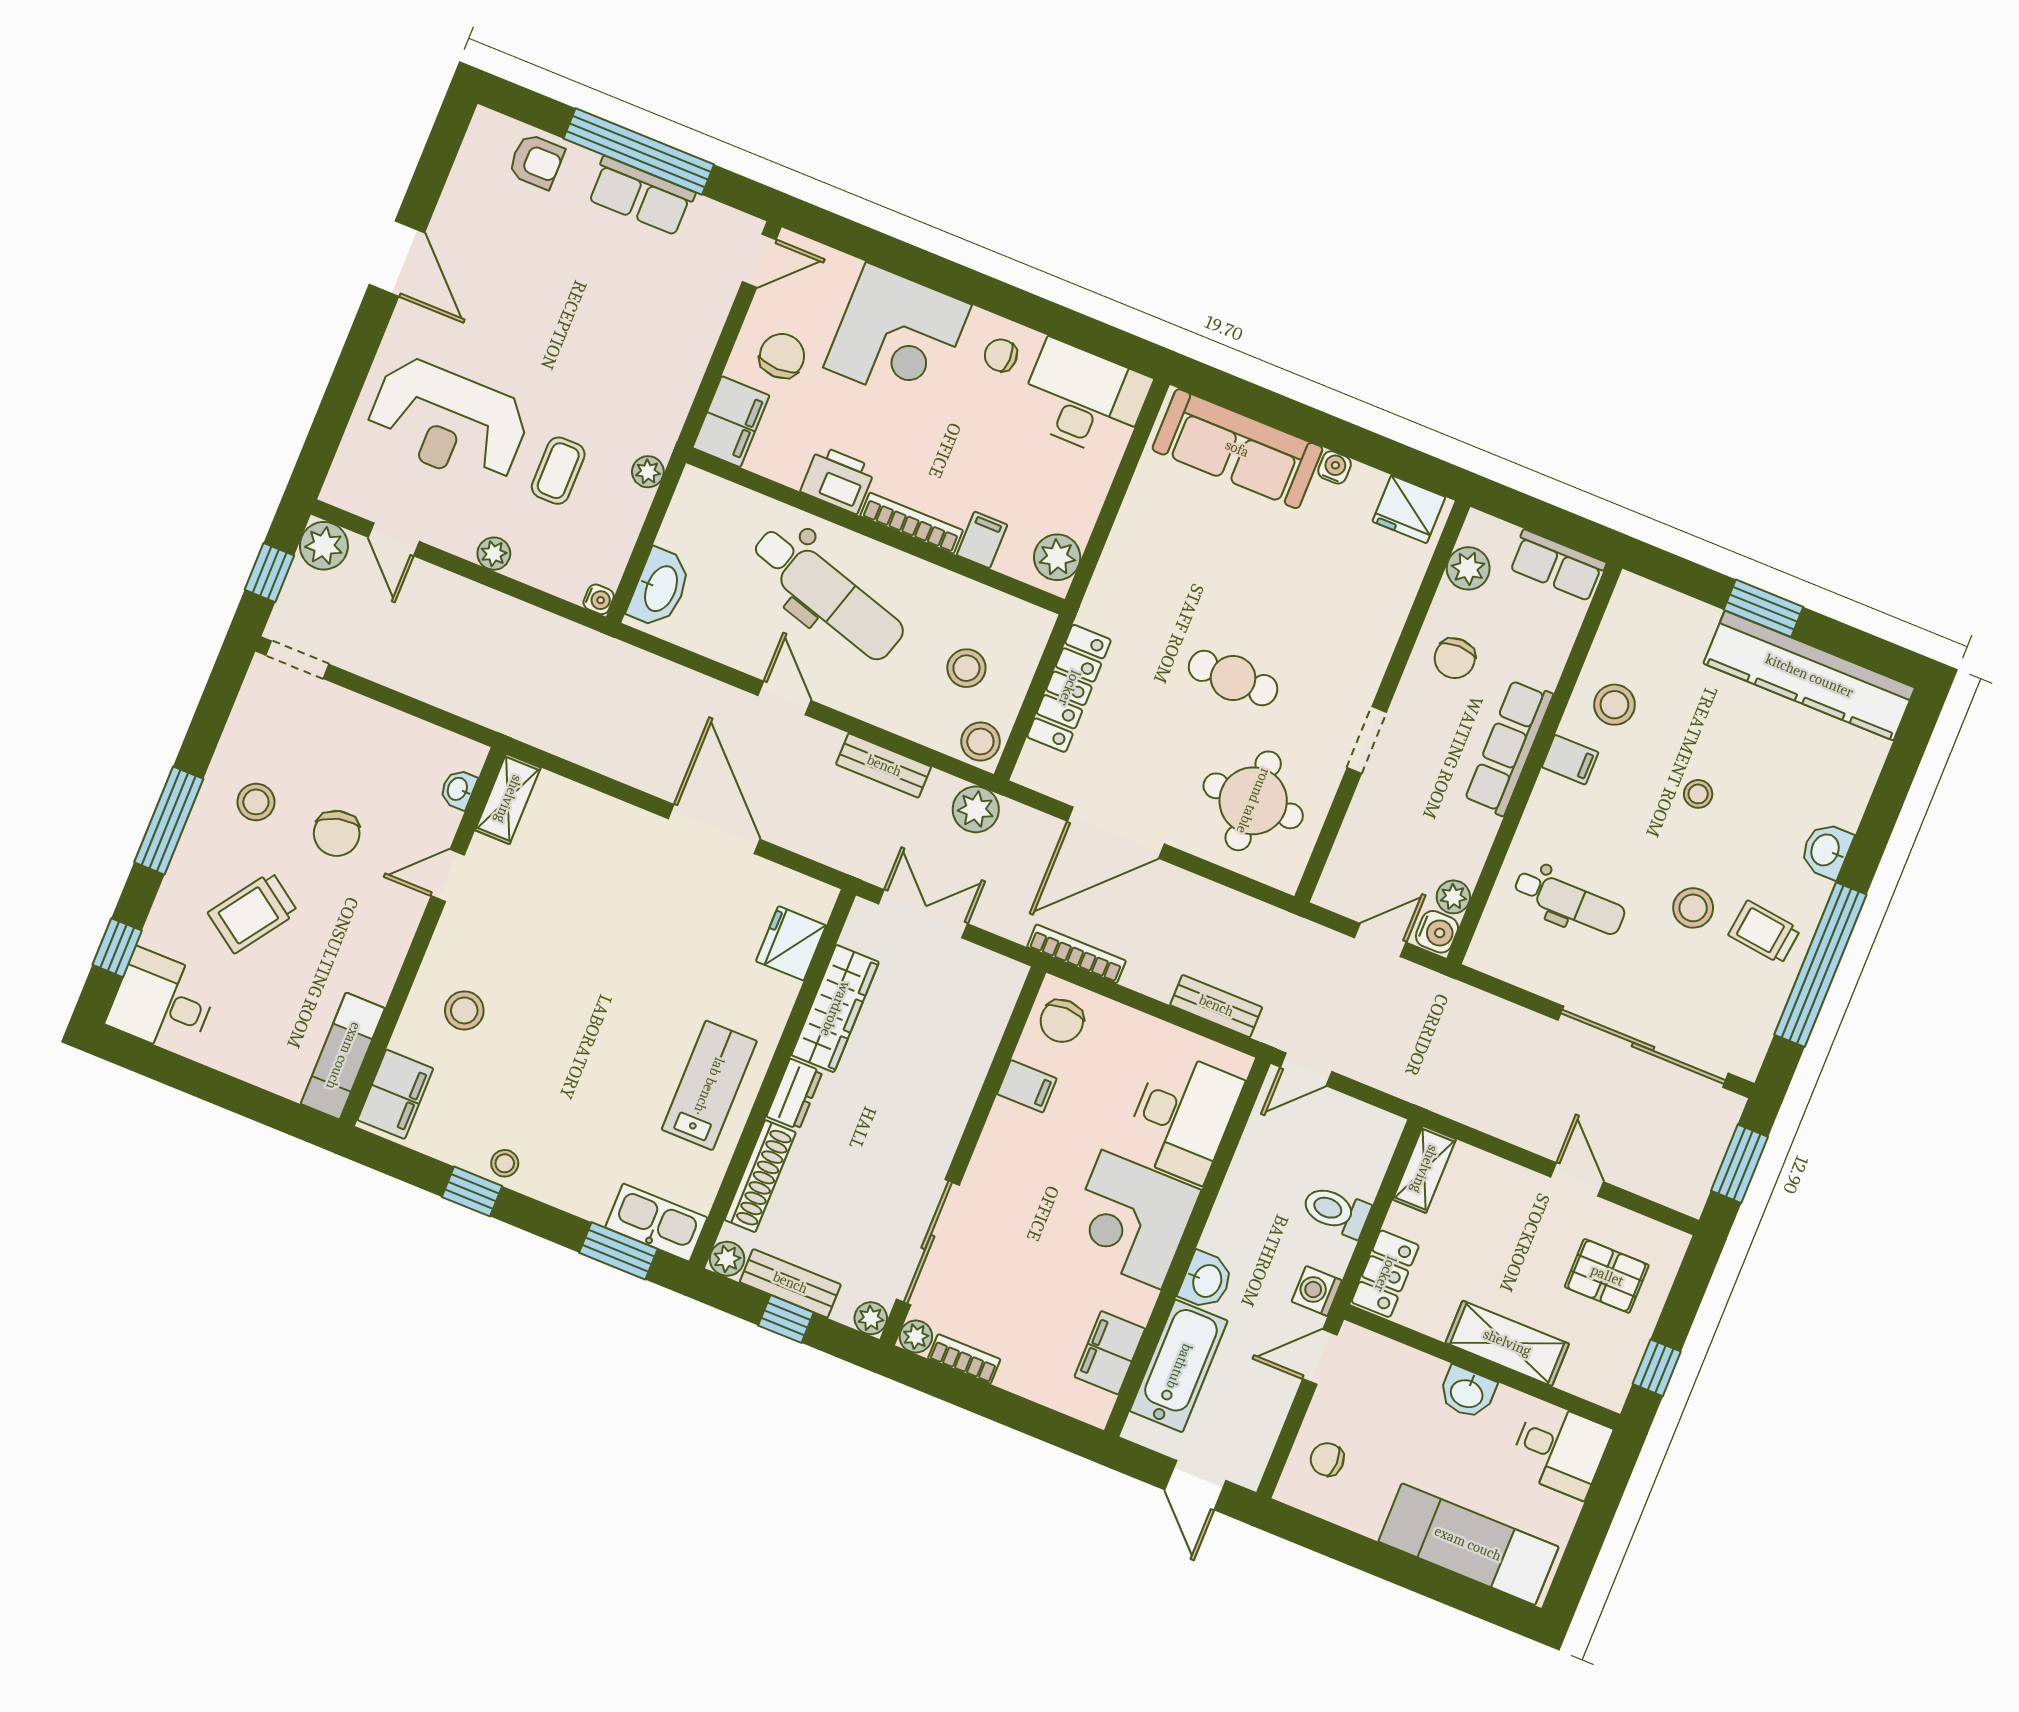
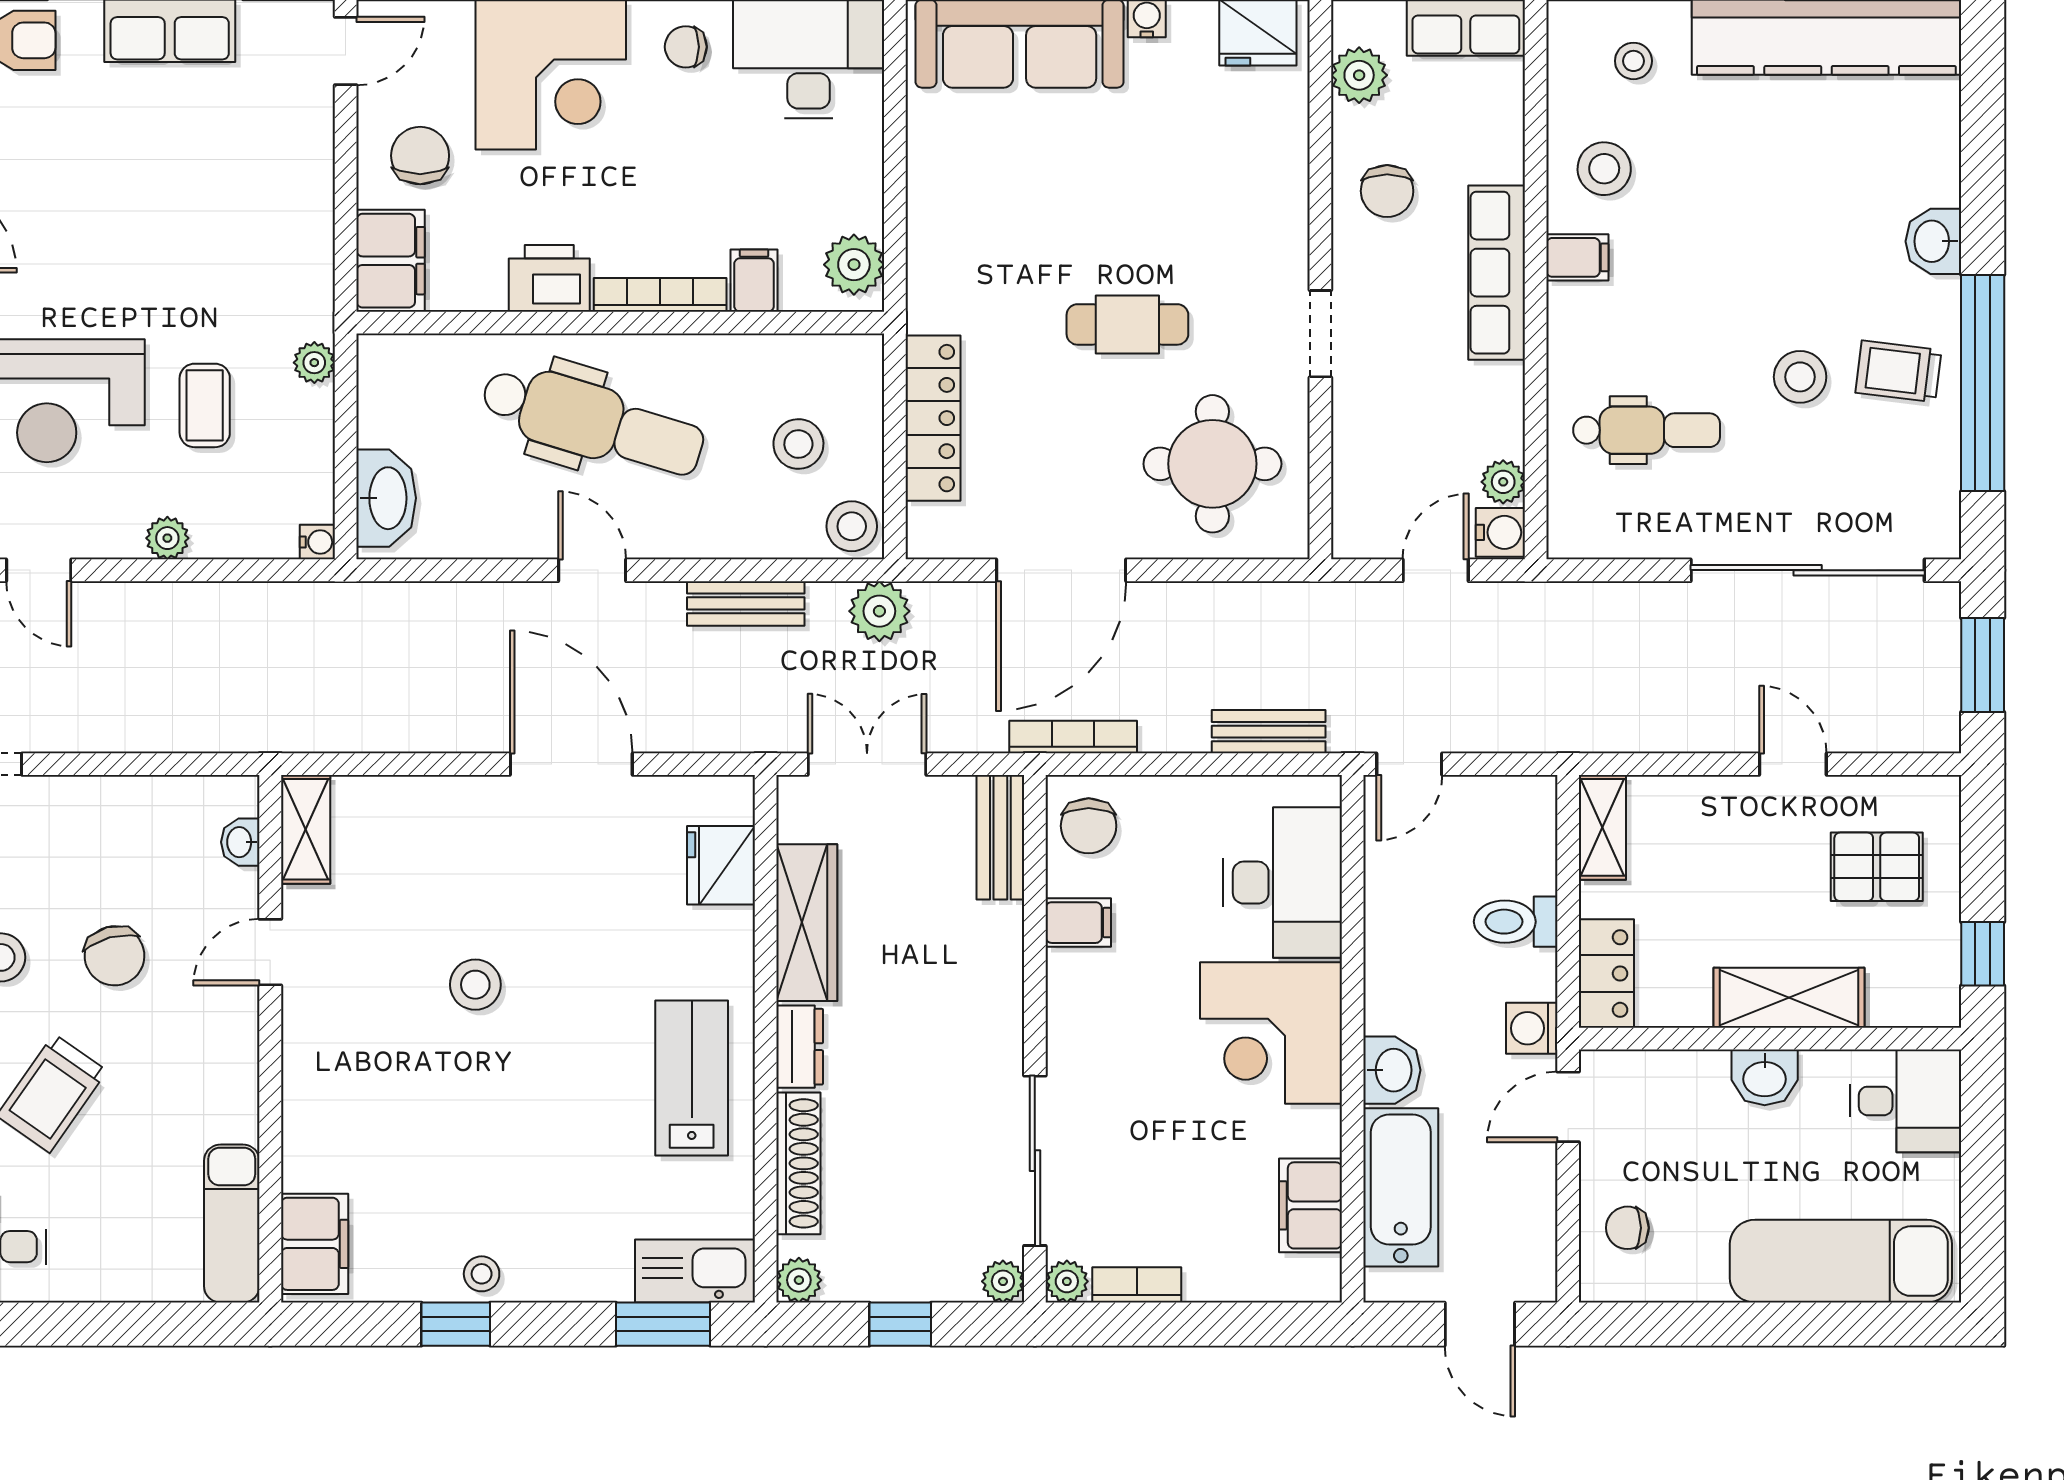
stool: (1698, 794) -> (1633, 61), moved
stool: (464, 1010) -> (475, 985), moved
bench: (790, 1283) -> (1000, 837), moved, turned 90

